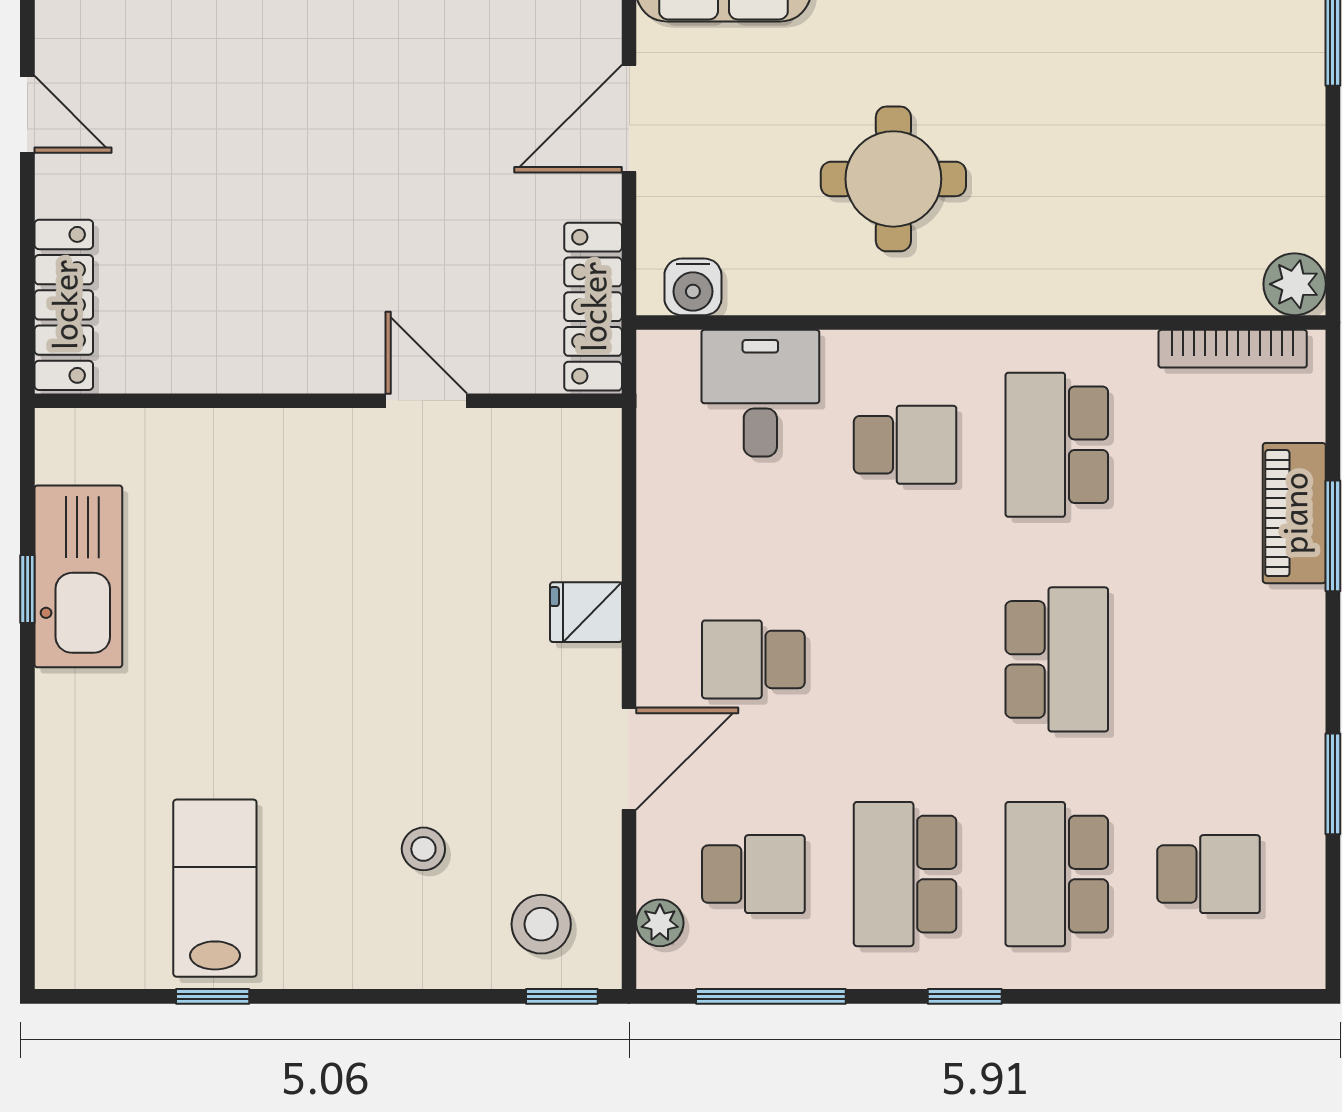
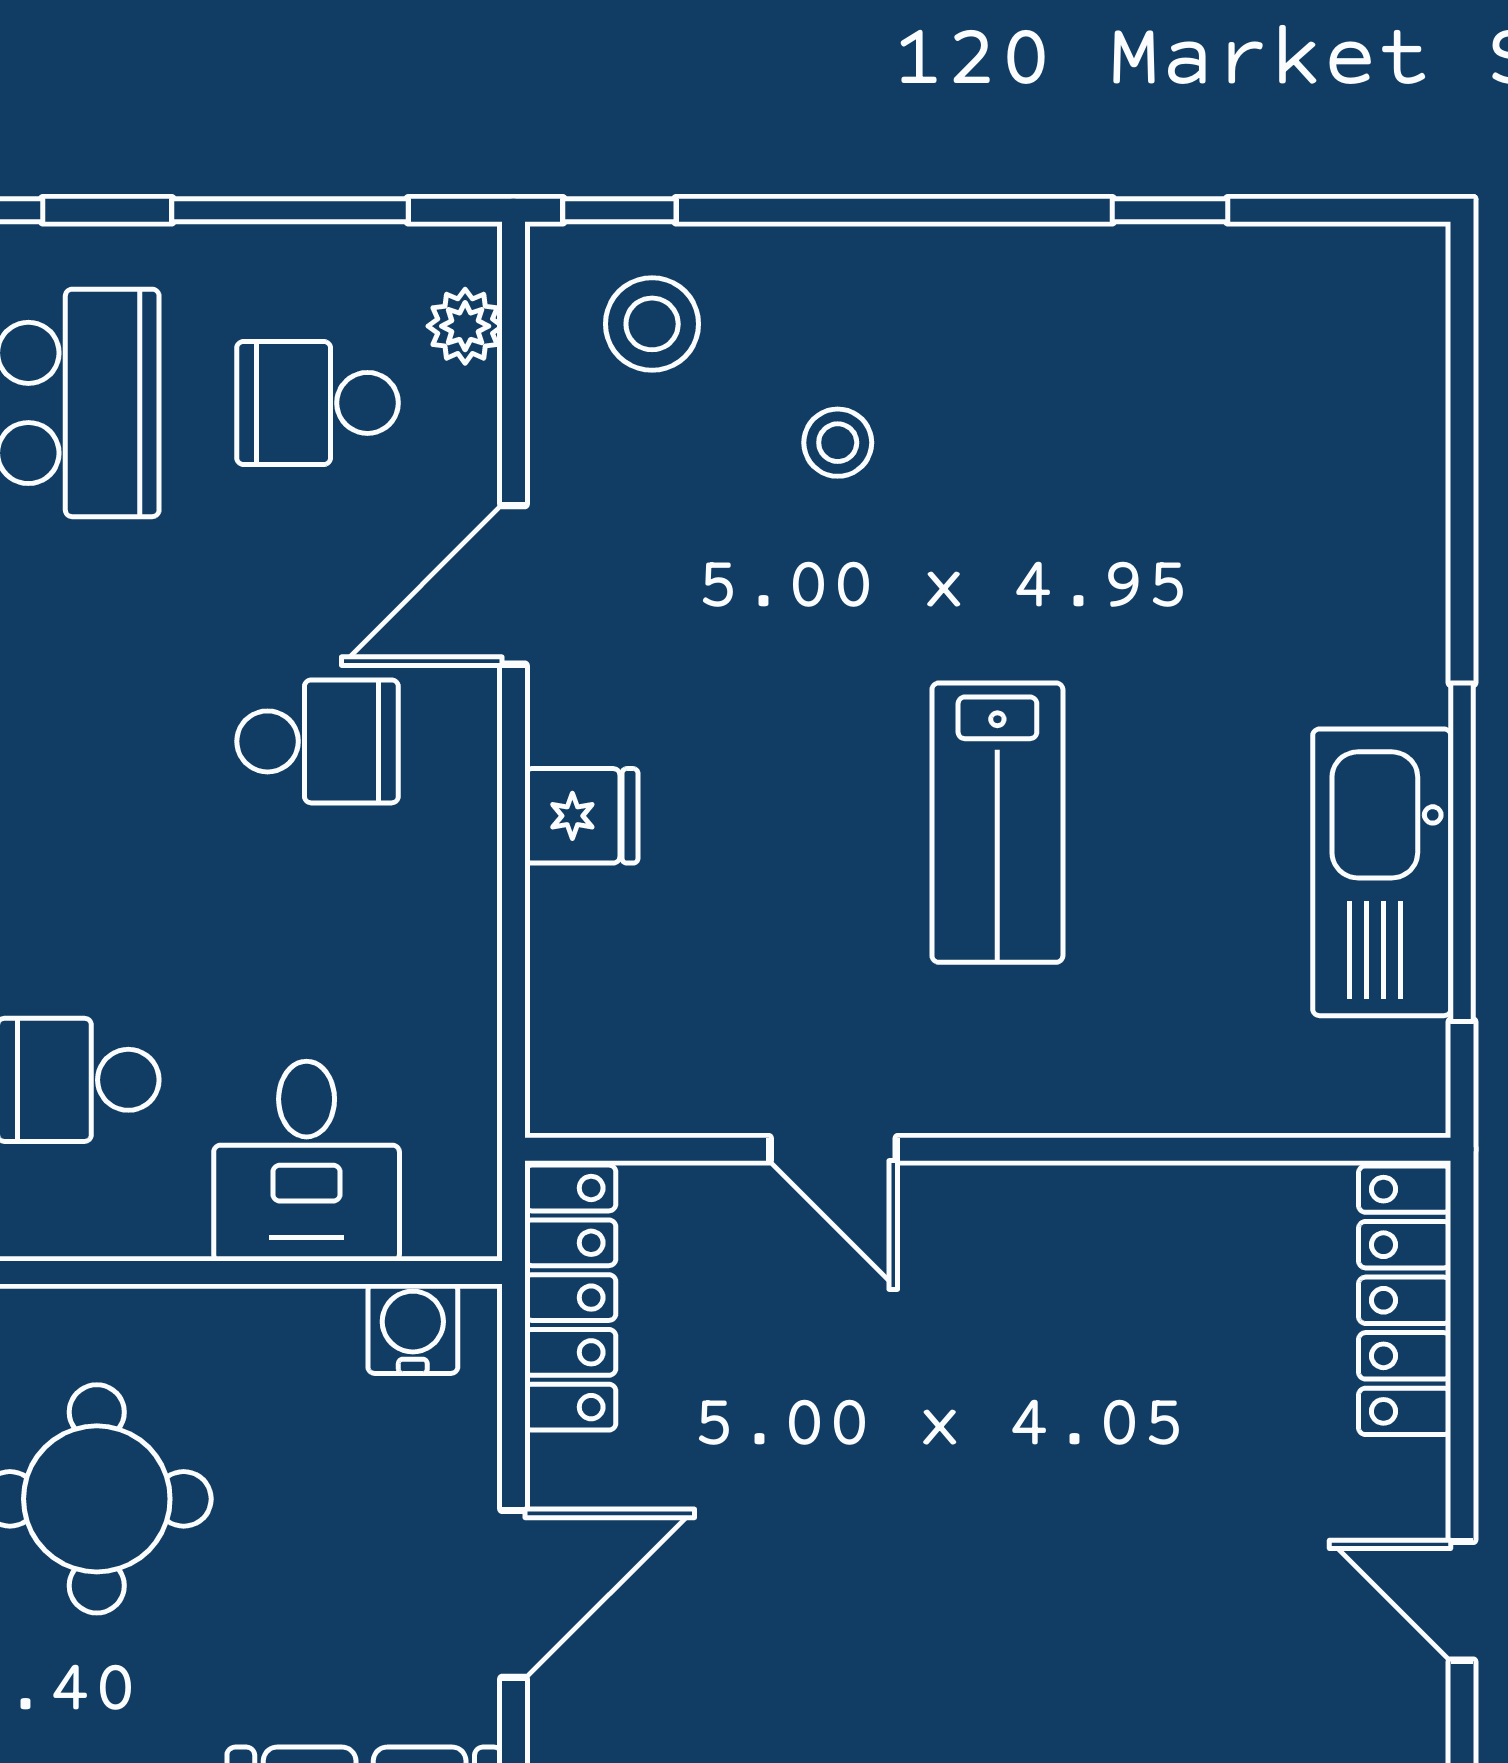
window: (27, 589) -> (1462, 852), width x3.17
lab bench: (215, 888) -> (997, 823), moved

